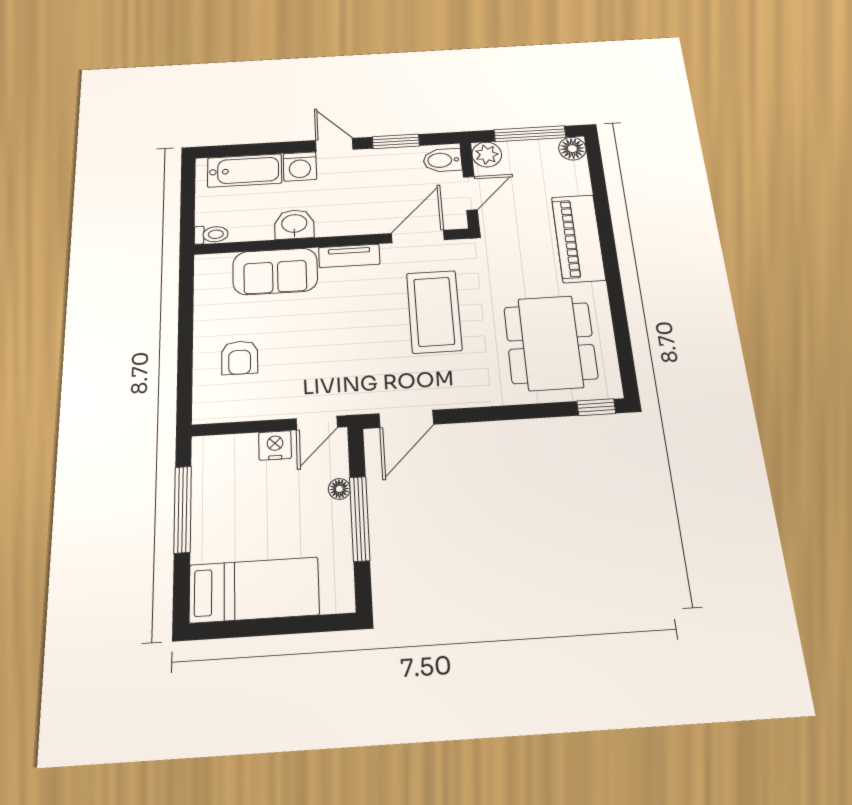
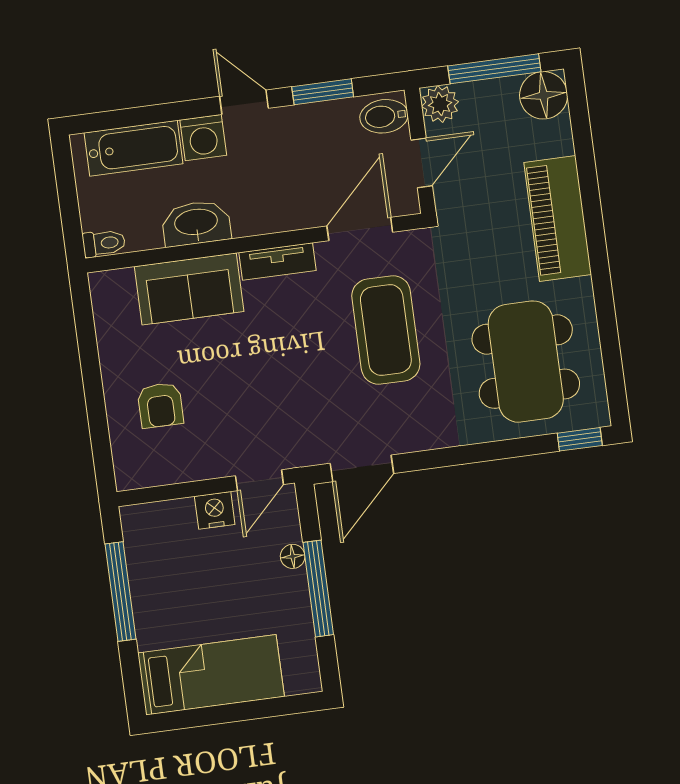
floor lamp: (572, 149) -> (544, 95), width x1.38, depth x1.38
washbasin: (294, 224) -> (196, 223), width x1.38

